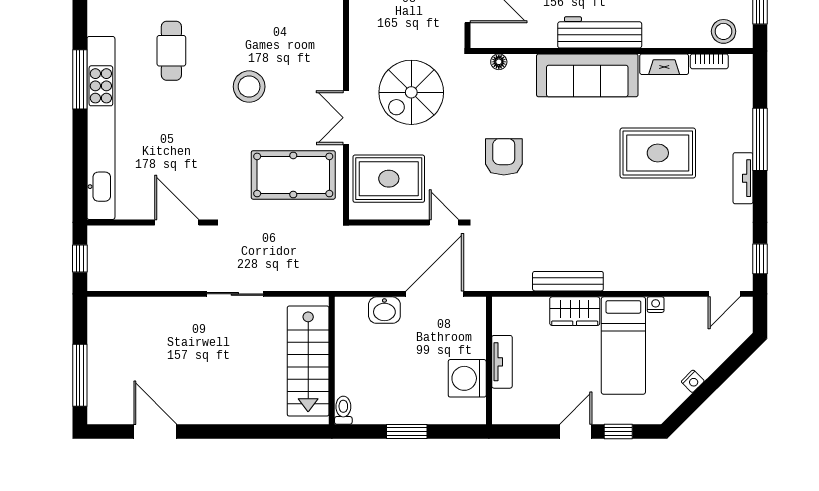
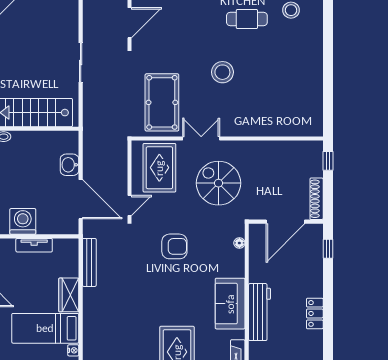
sofa: (587, 75) -> (230, 304), width x0.73
bench: (568, 281) -> (89, 262), moved

